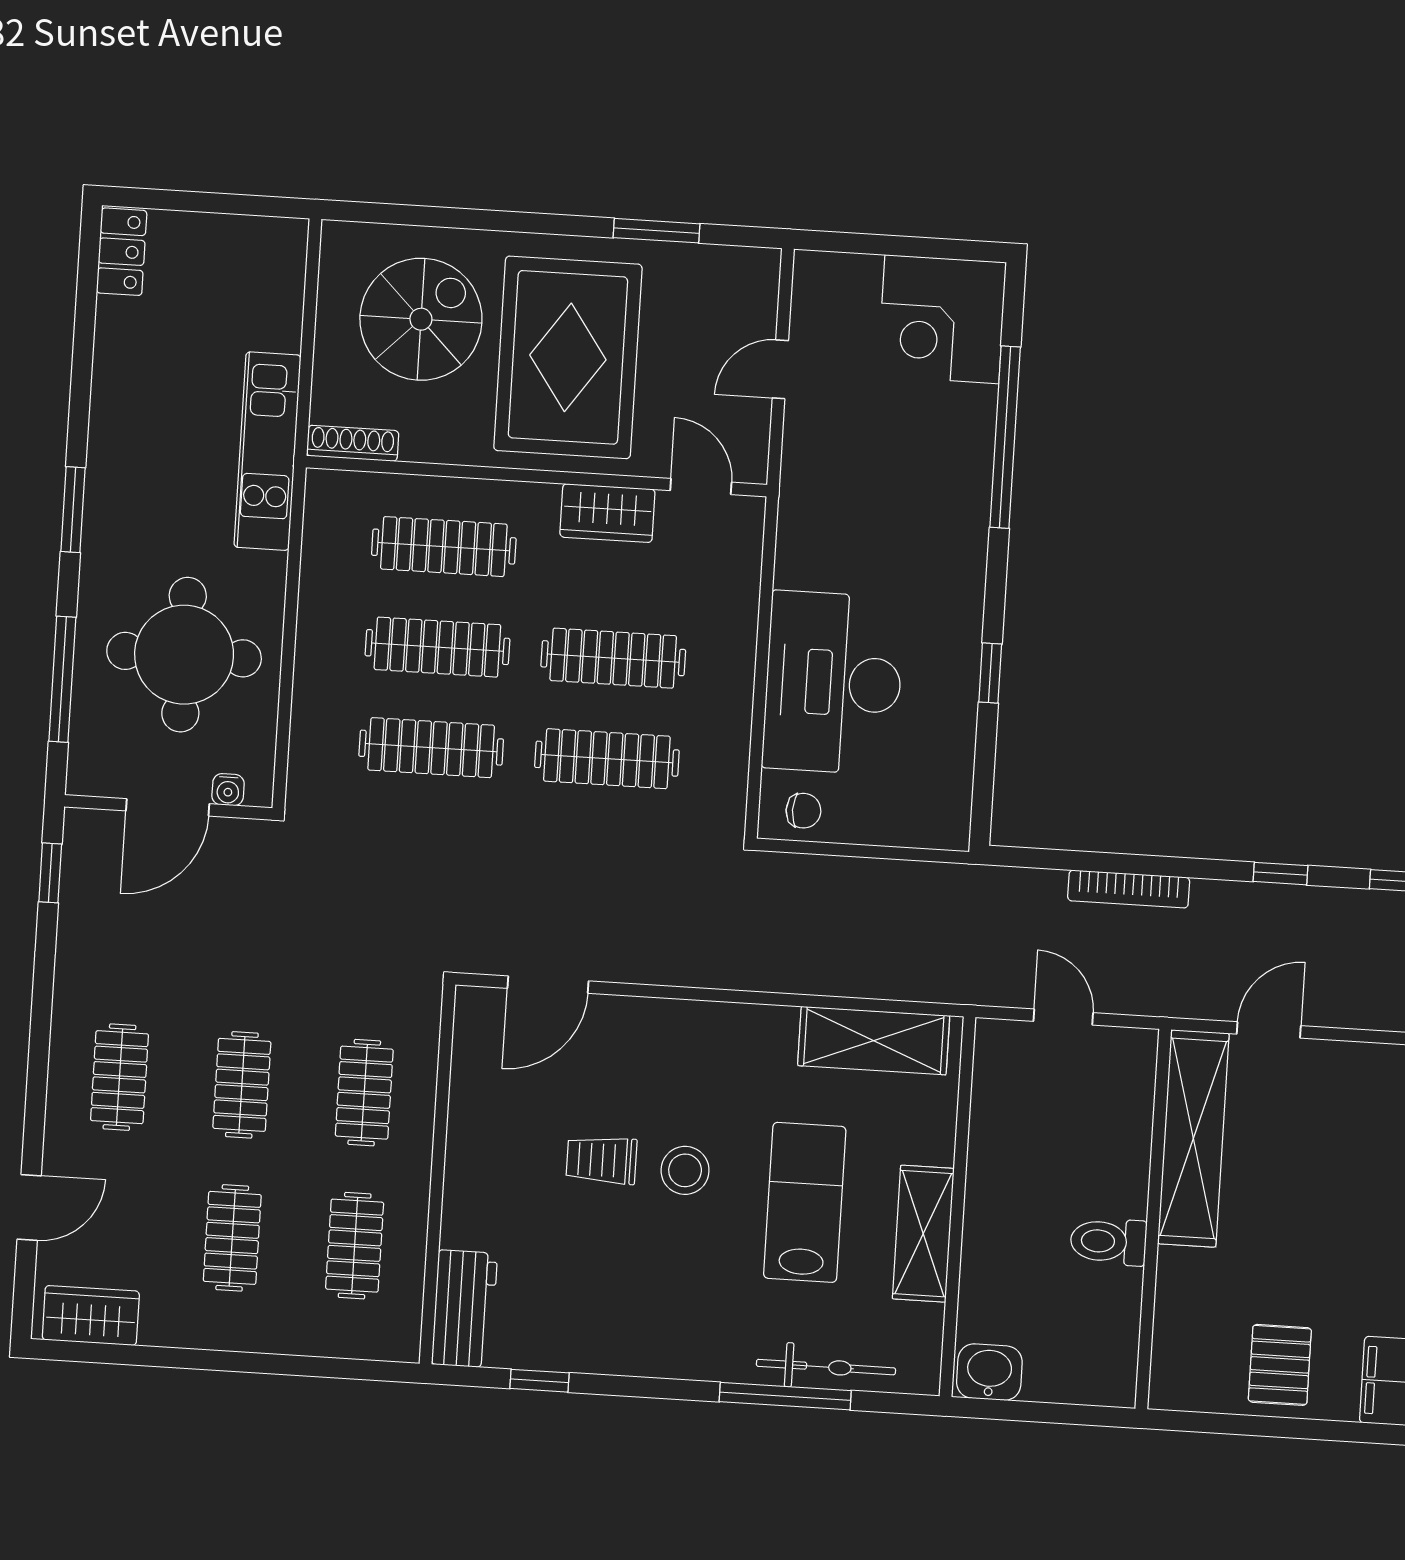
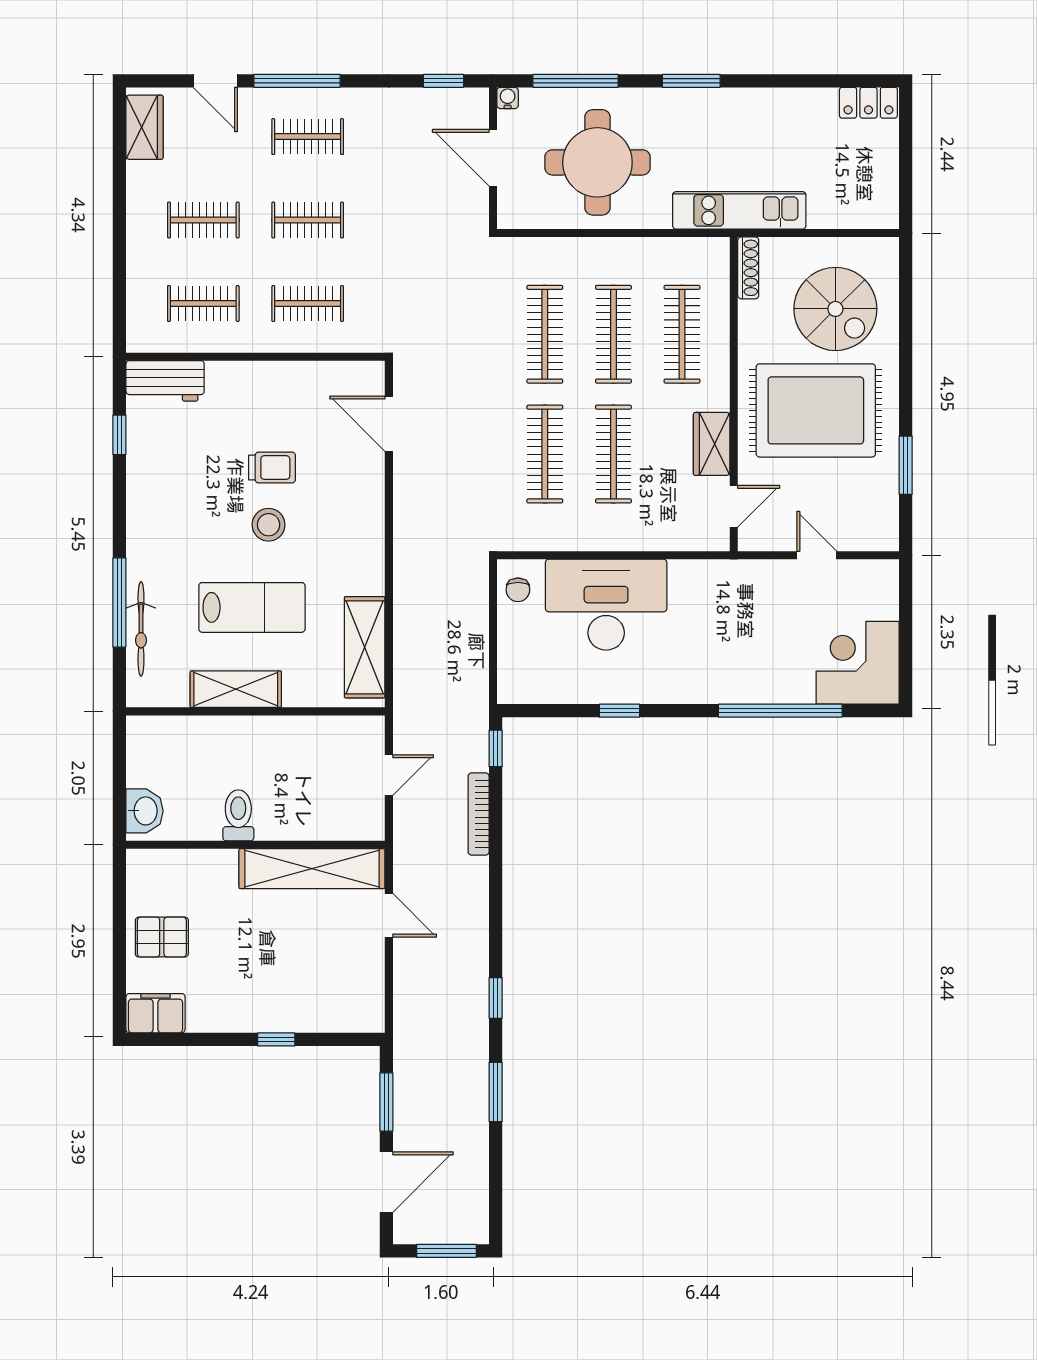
water cooler: (228, 790) -> (508, 98), moved, turned 90
window: (1281, 874) -> (496, 748), moved
window: (37, 1088) -> (297, 81), added
trolley: (601, 1160) -> (272, 468), turned 90
washbasin: (989, 1372) -> (145, 811), moved

